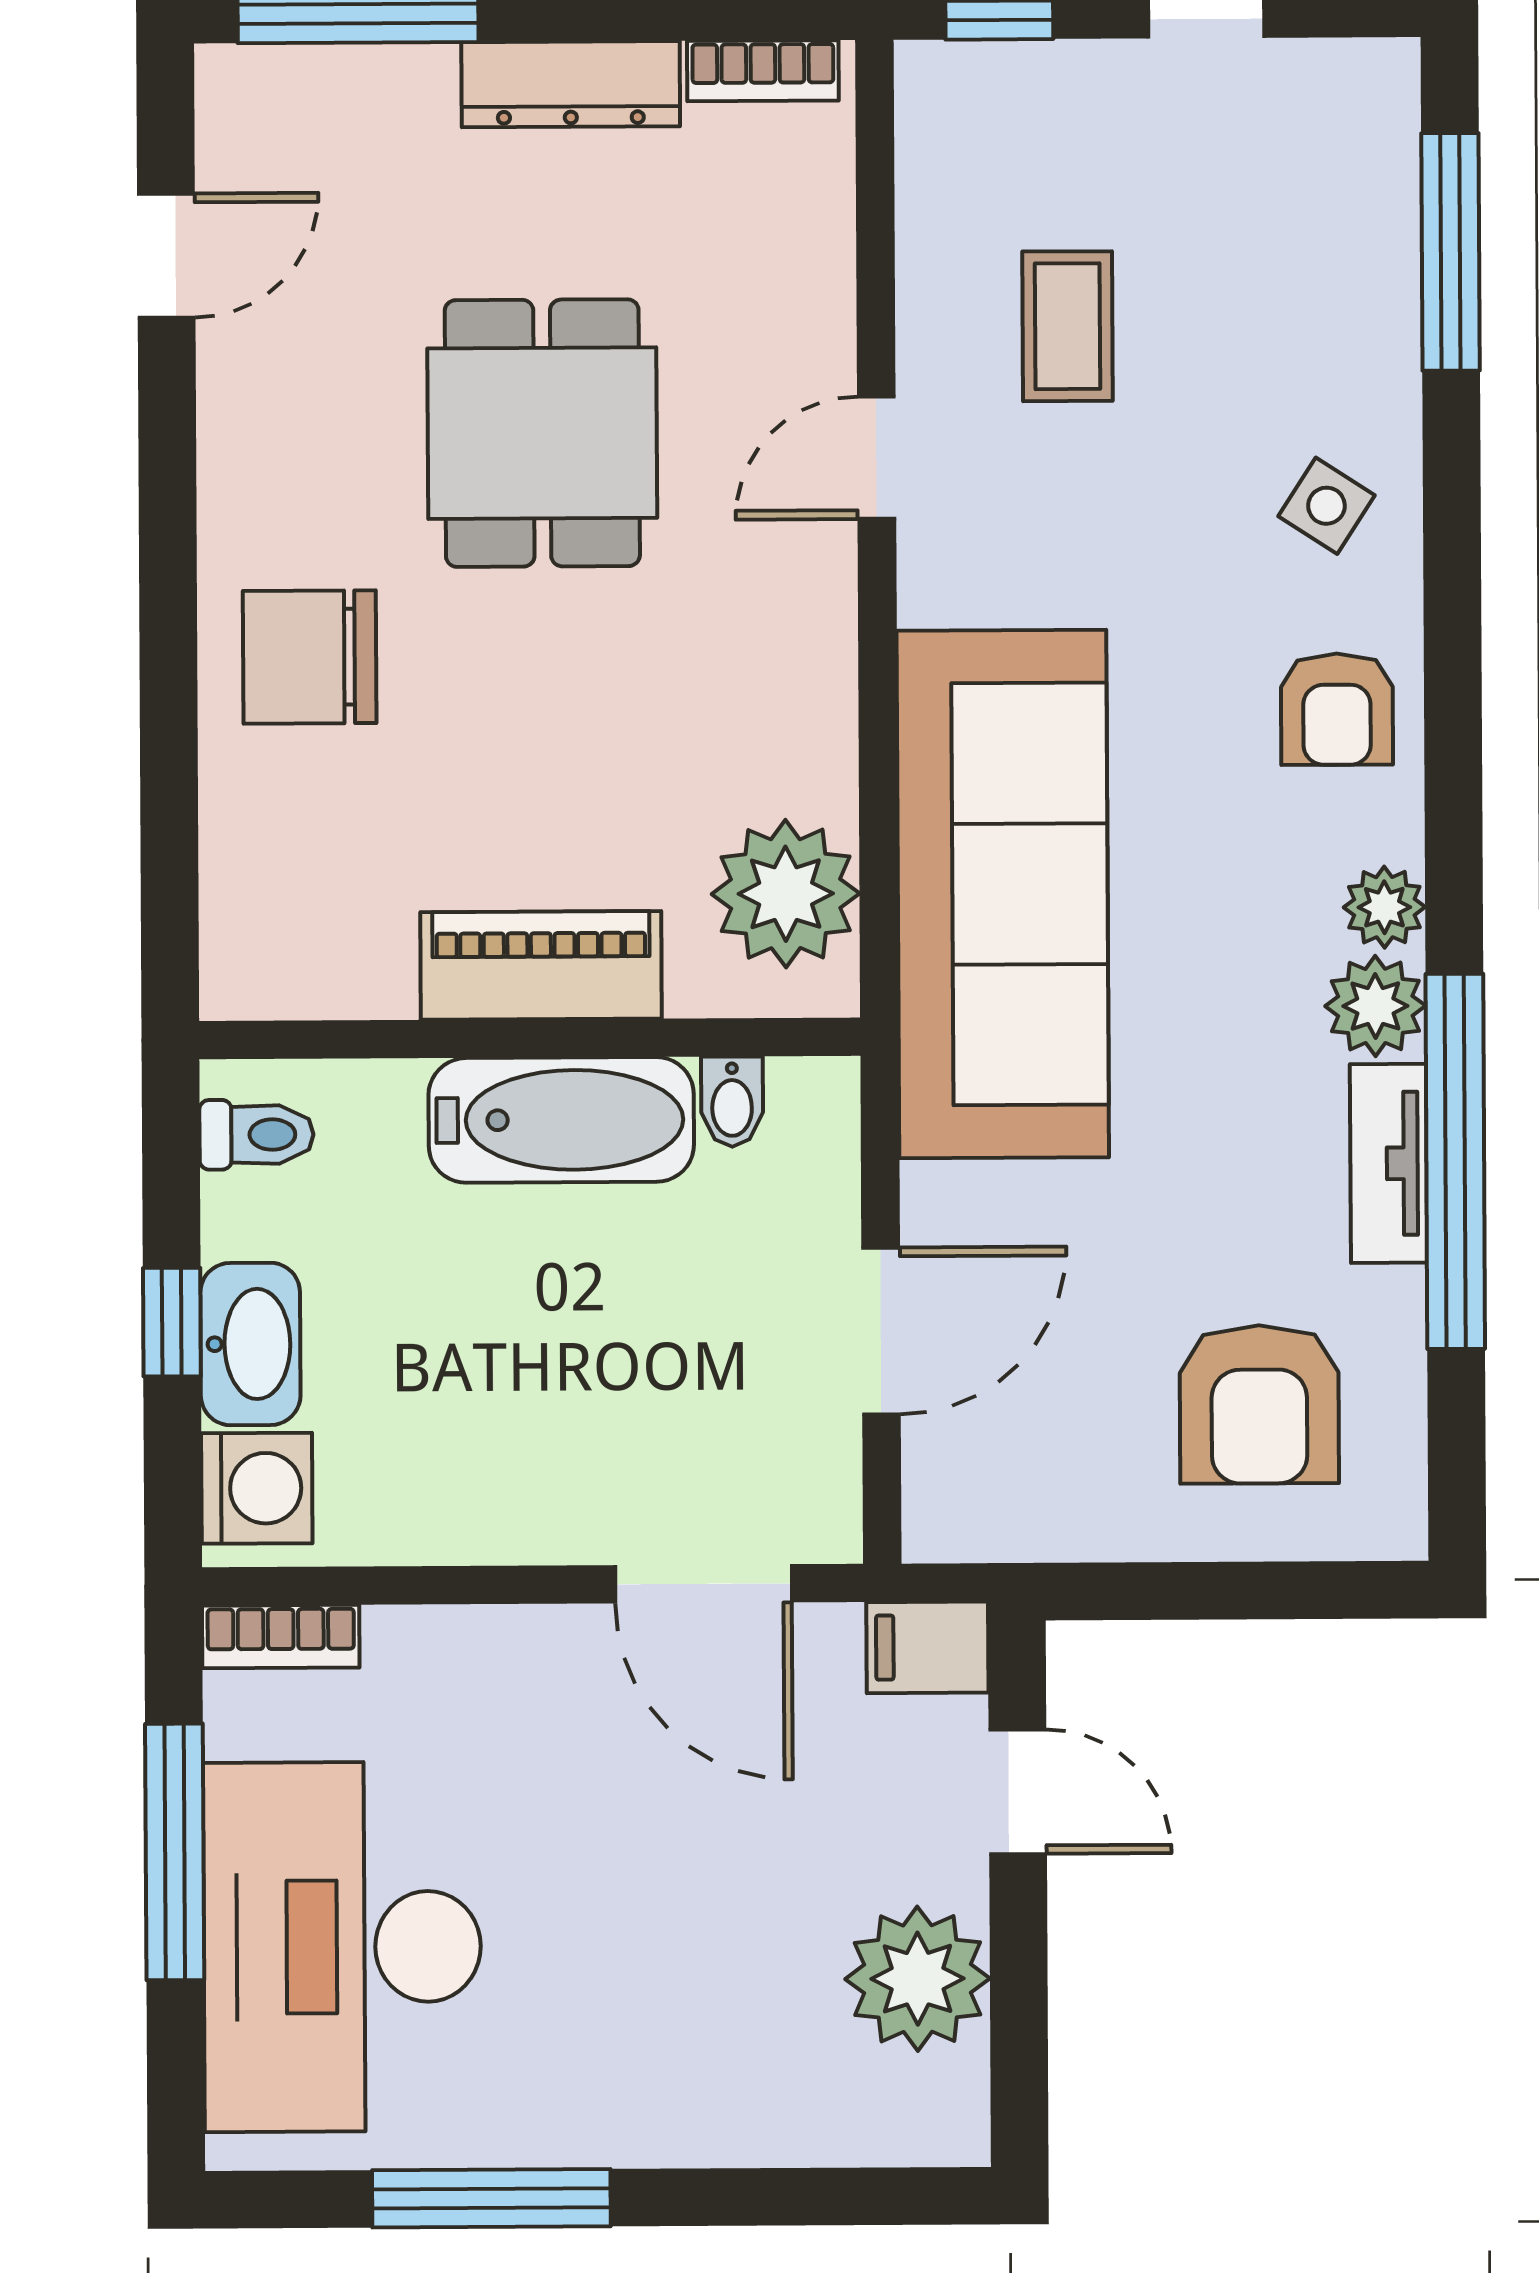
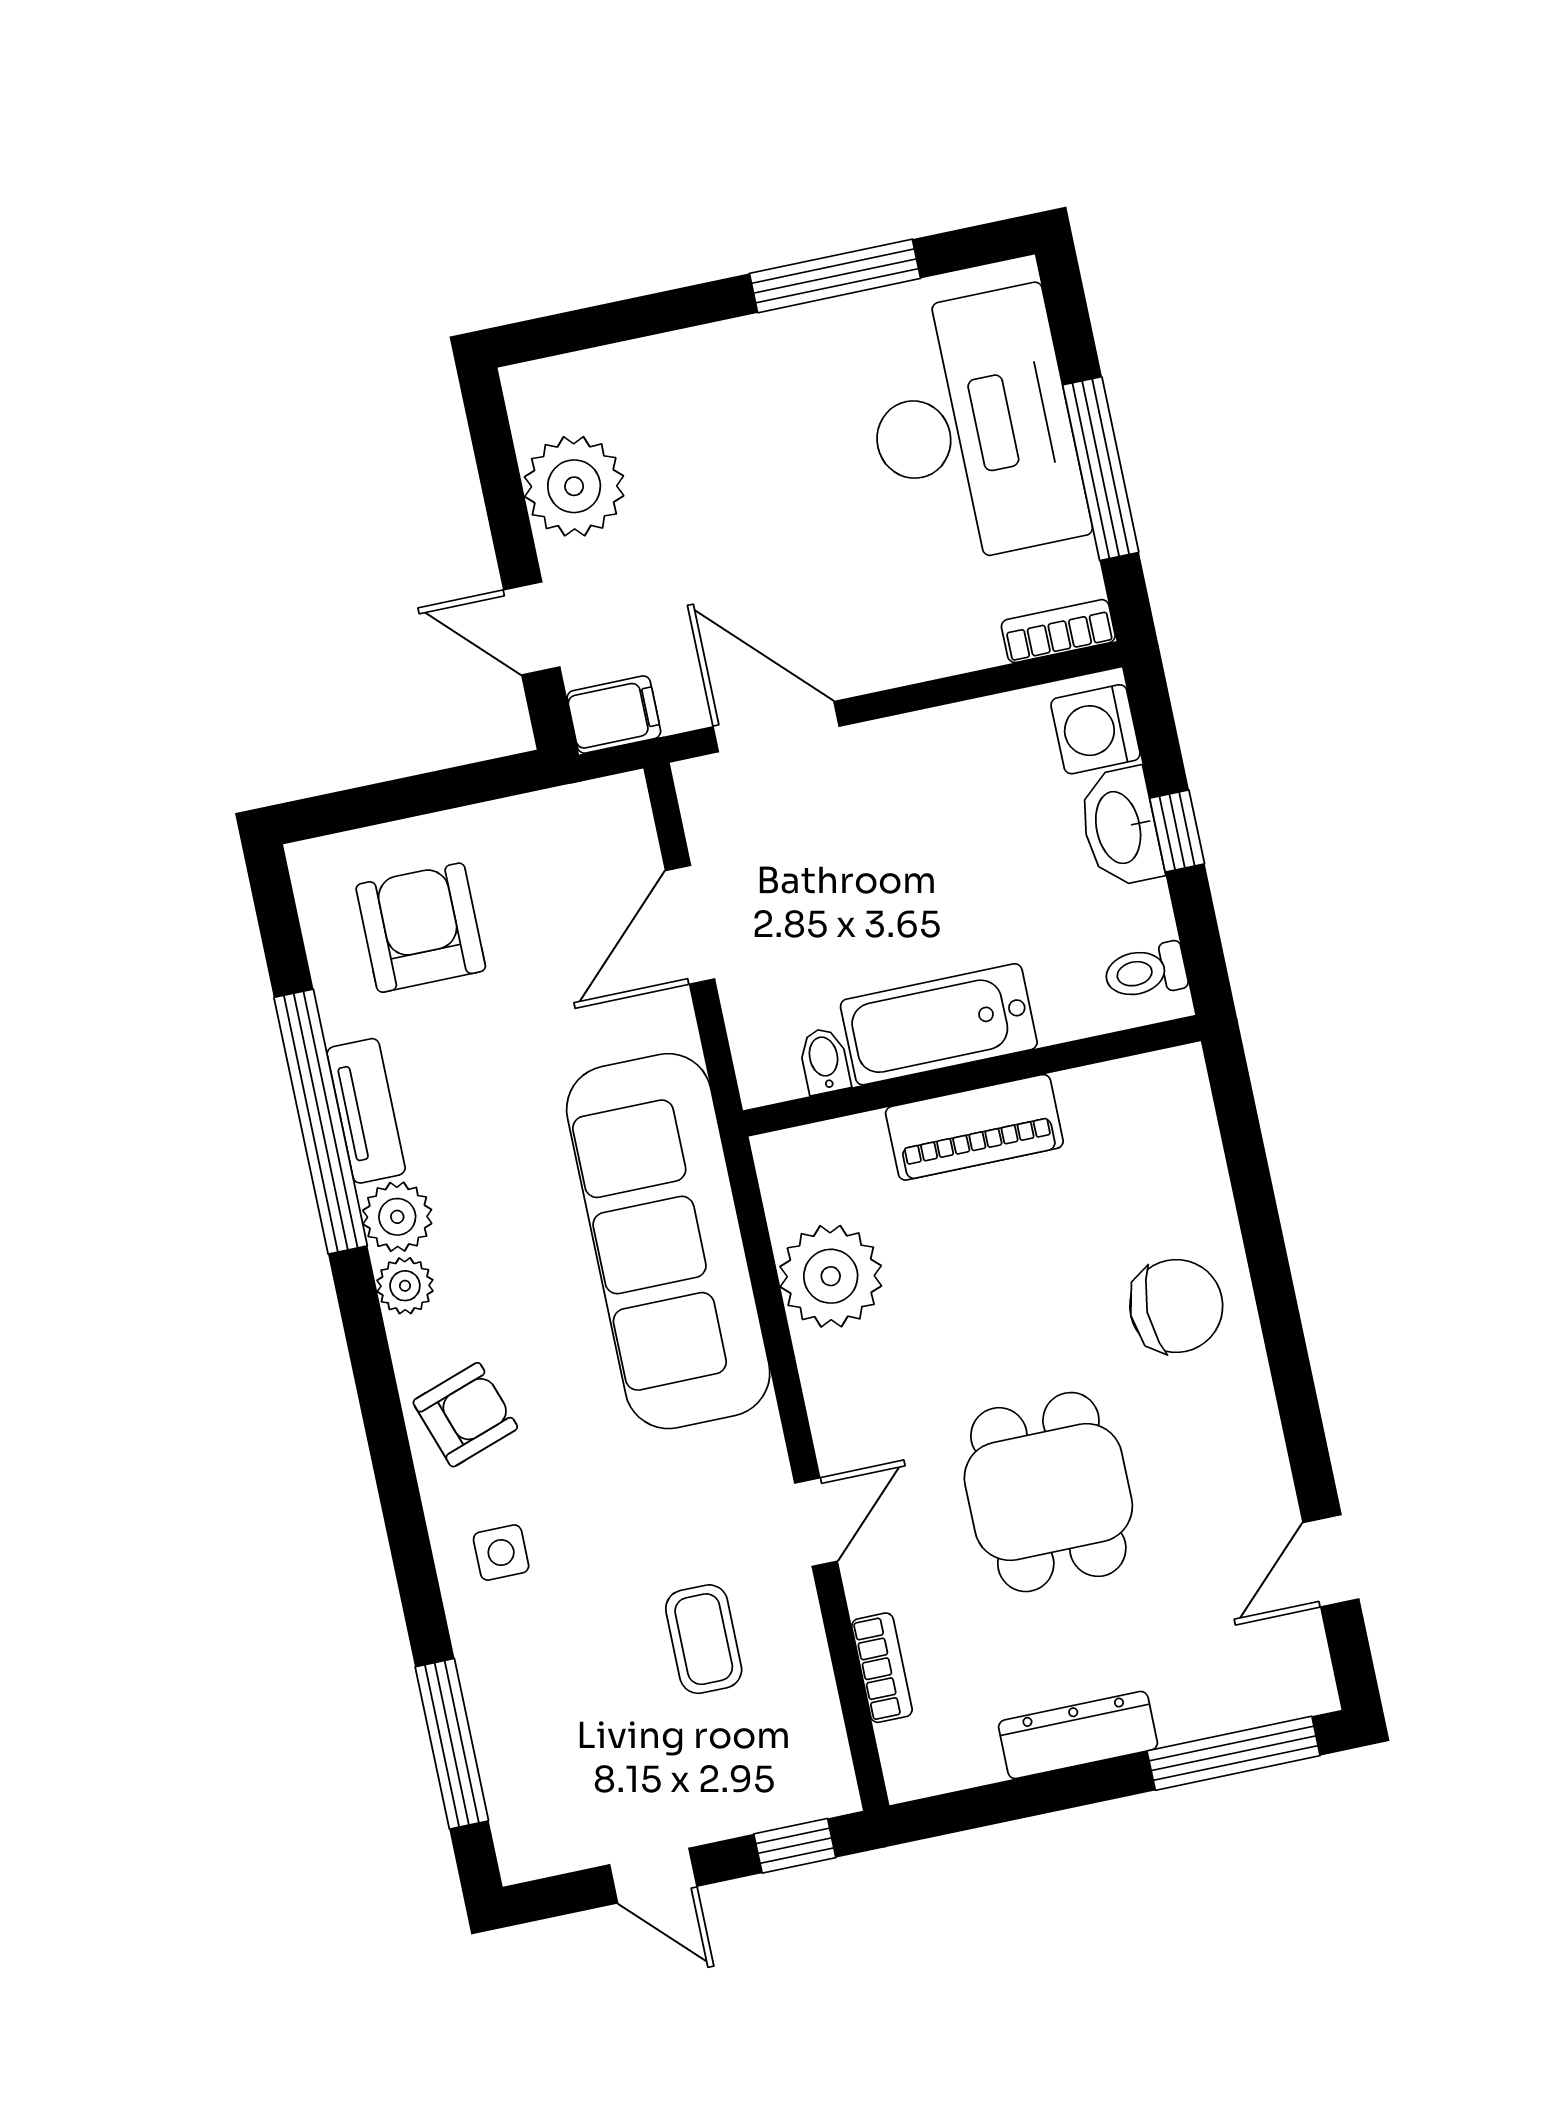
bookcase: (763, 71) -> (882, 1668), moved, turned 90
side table: (1326, 506) -> (501, 1553), turned -33
armchair: (1337, 709) -> (465, 1415), turned 71
plant: (786, 894) -> (831, 1276), moved

